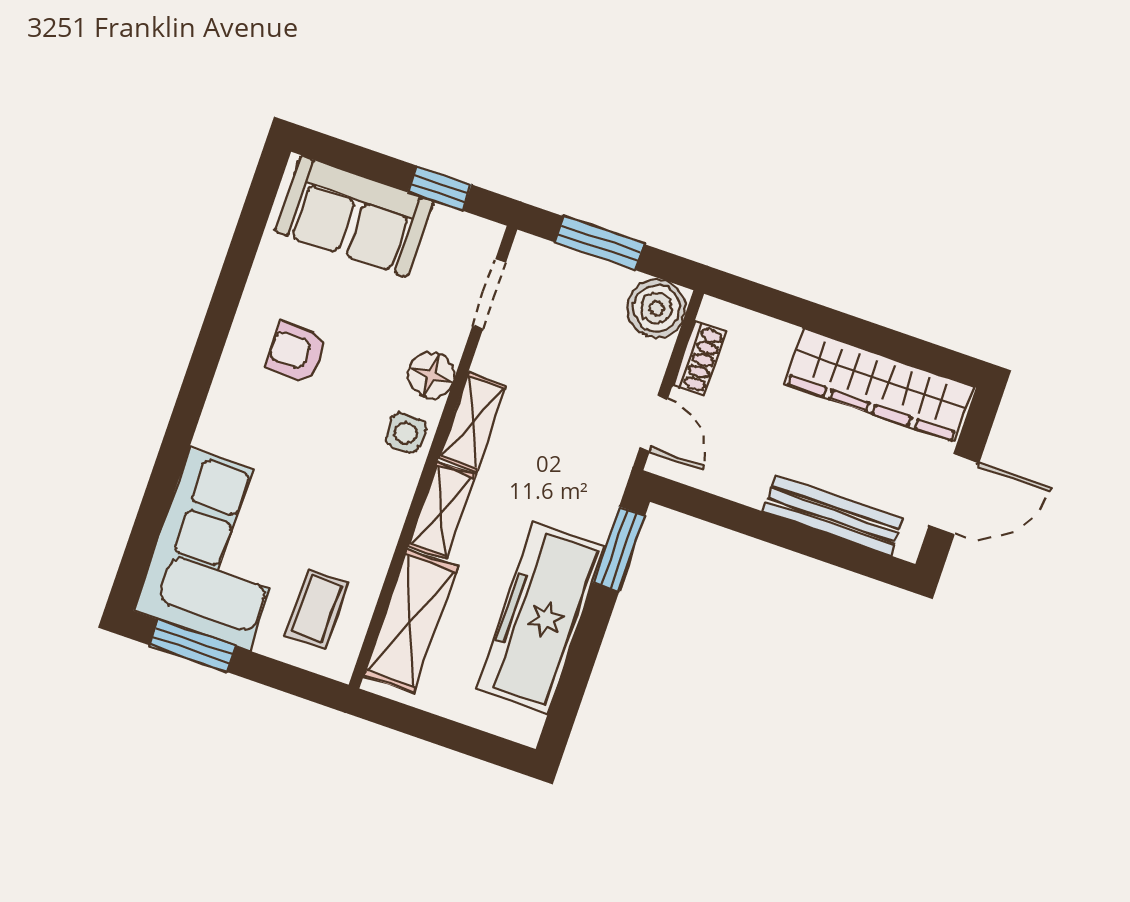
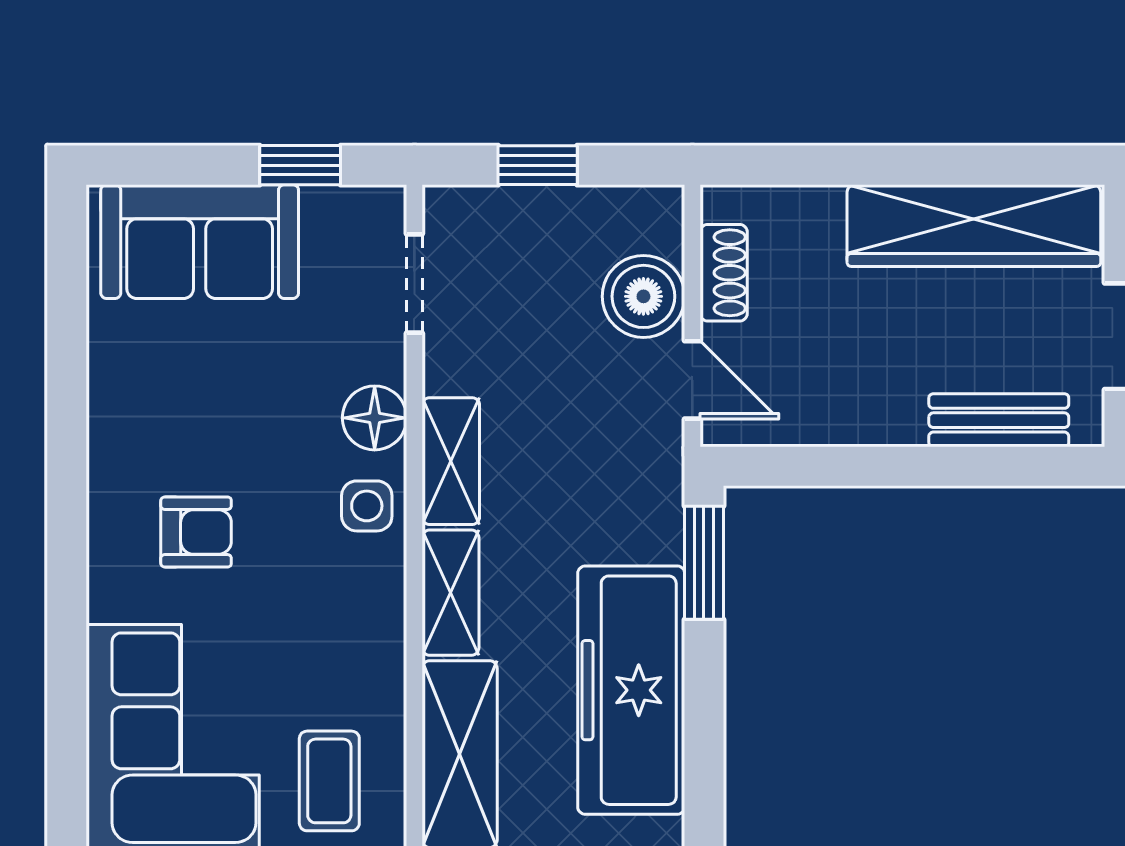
window: (599, 243) -> (538, 165), width x0.67
boiler: (656, 308) -> (643, 296), moved
armchair: (297, 352) -> (196, 532), moved, turned 180
bench: (833, 516) -> (999, 420), width x0.73

